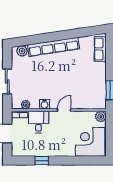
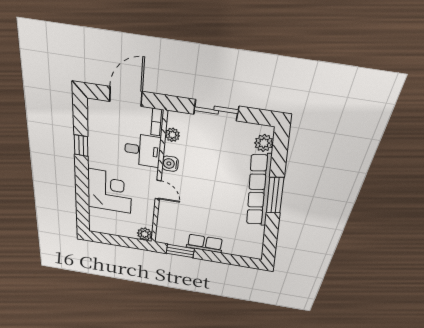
window: (55, 36) -> (275, 195), added
row of seats: (100, 49) -> (205, 243), moved
corner desk: (90, 142) -> (110, 191), moved

